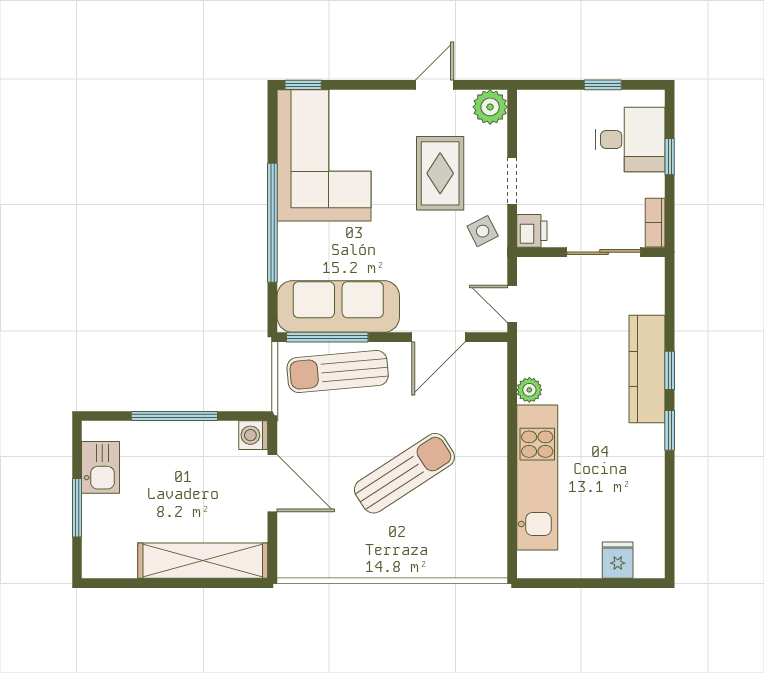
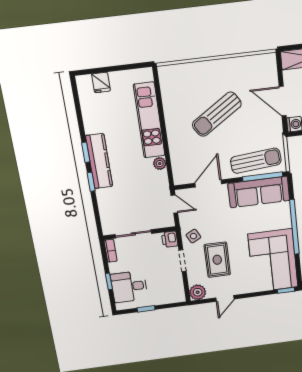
kitchen counter: (647, 369) -> (99, 161), moved

